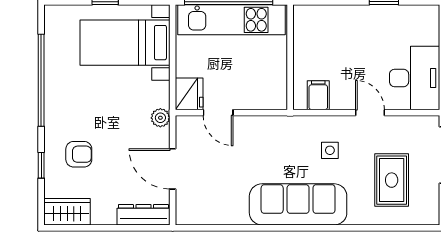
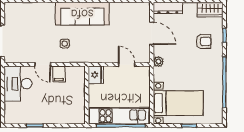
fridge: (189, 94) -> (96, 75), moved, turned 180
filing cabinet: (318, 95) -> (59, 74), moved
armchair: (79, 154) -> (204, 41), turned 180
rug: (392, 180) -> (31, 27), removed

